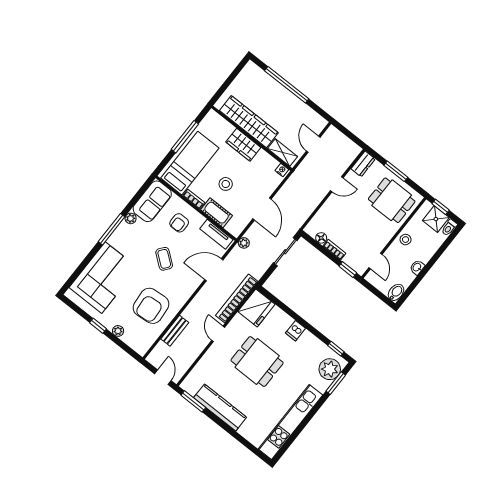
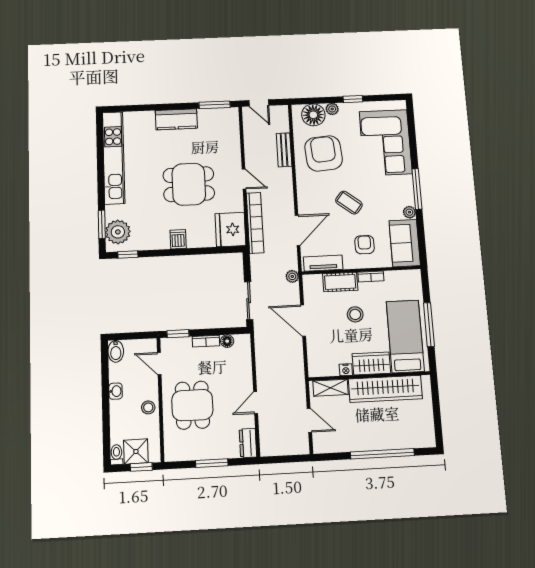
bed: (190, 163) -> (405, 336), moved, turned 180
nightstand: (282, 170) -> (346, 370), moved
dining table: (392, 200) -> (192, 405), moved, turned 90
floor lamp: (134, 338) -> (313, 115), added
kitchen counter: (220, 407) -> (176, 119), width x0.67

